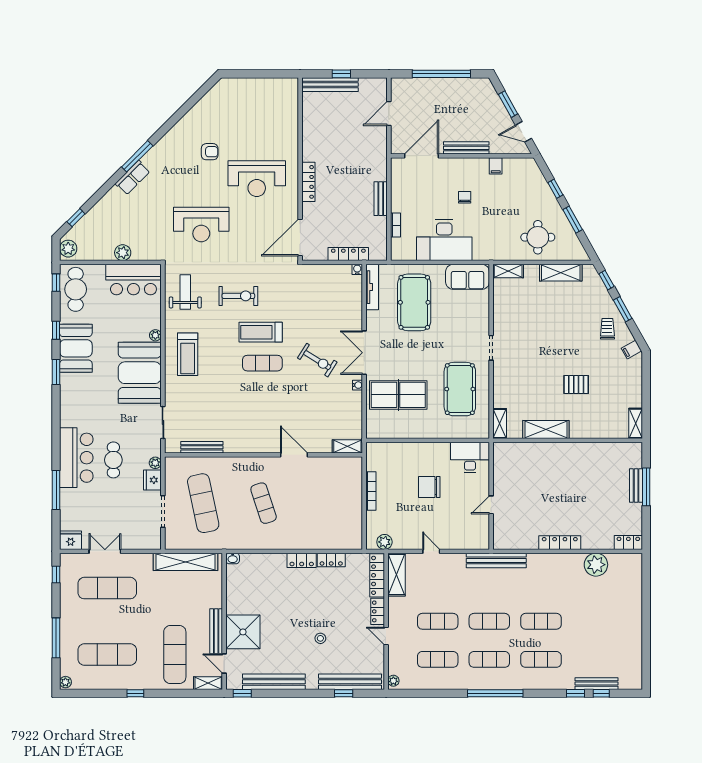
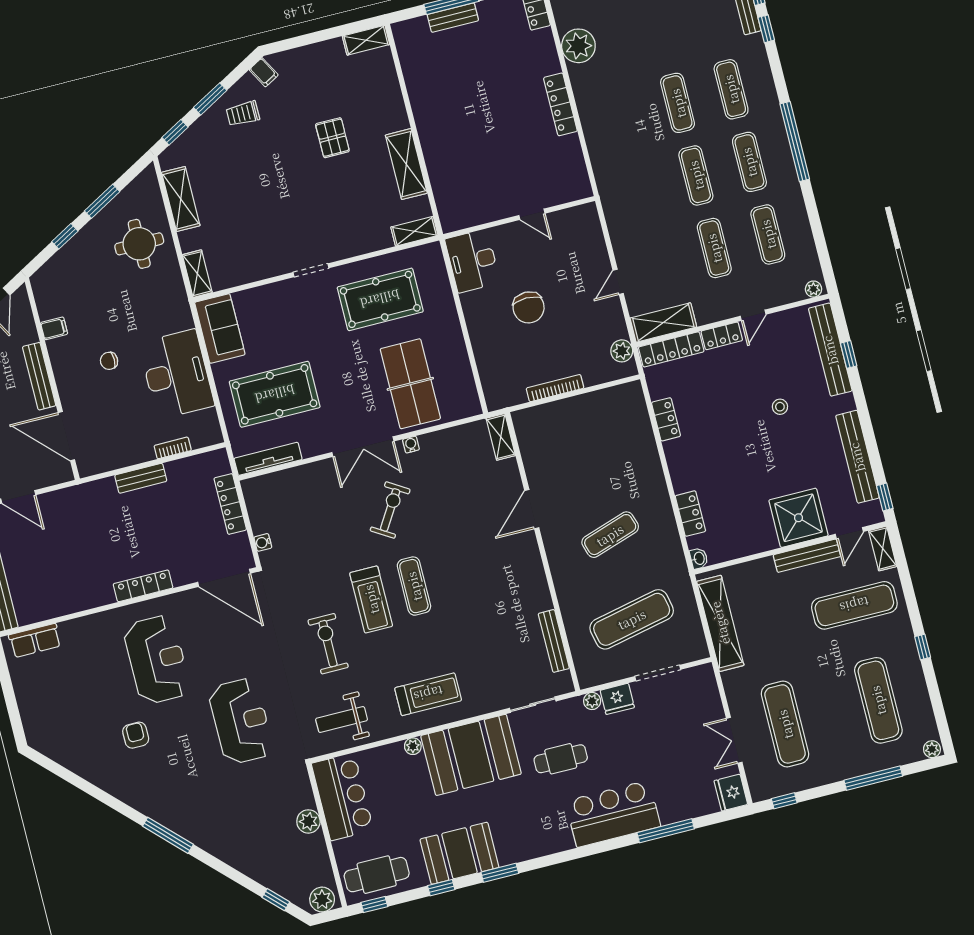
row of seats: (133, 178) -> (35, 640), moved, turned 135
water cooler: (357, 269) -> (263, 542), moved
cafe table: (113, 460) -> (561, 759), moved
locker: (302, 560) -> (690, 514), moved
bench: (496, 560) -> (608, 187), removed

